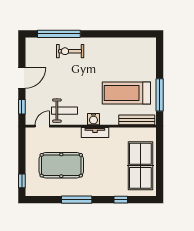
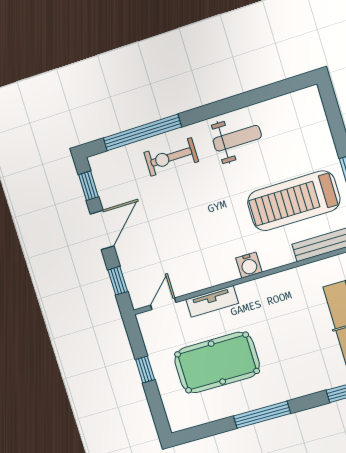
window: (22, 53) -> (88, 186), added
weight bench: (65, 111) -> (237, 138), moved
tv unit: (95, 132) -> (212, 301), moved
window: (22, 181) -> (145, 370), moved

